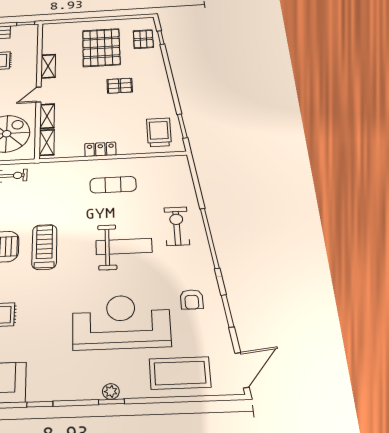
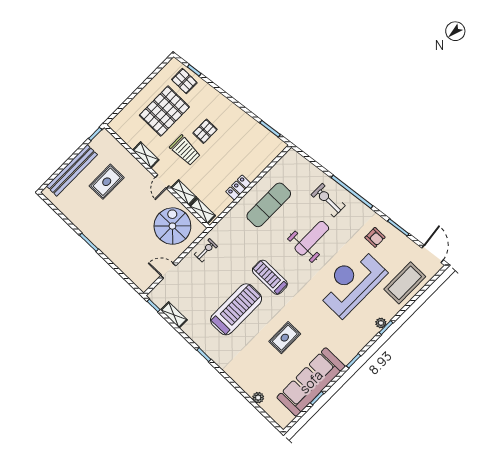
pallet: (101, 48) -> (164, 111), turned 90
trolley: (159, 132) -> (185, 150), moved, turned 180
exercise mat: (113, 185) -> (269, 205), width x1.36, depth x1.45

